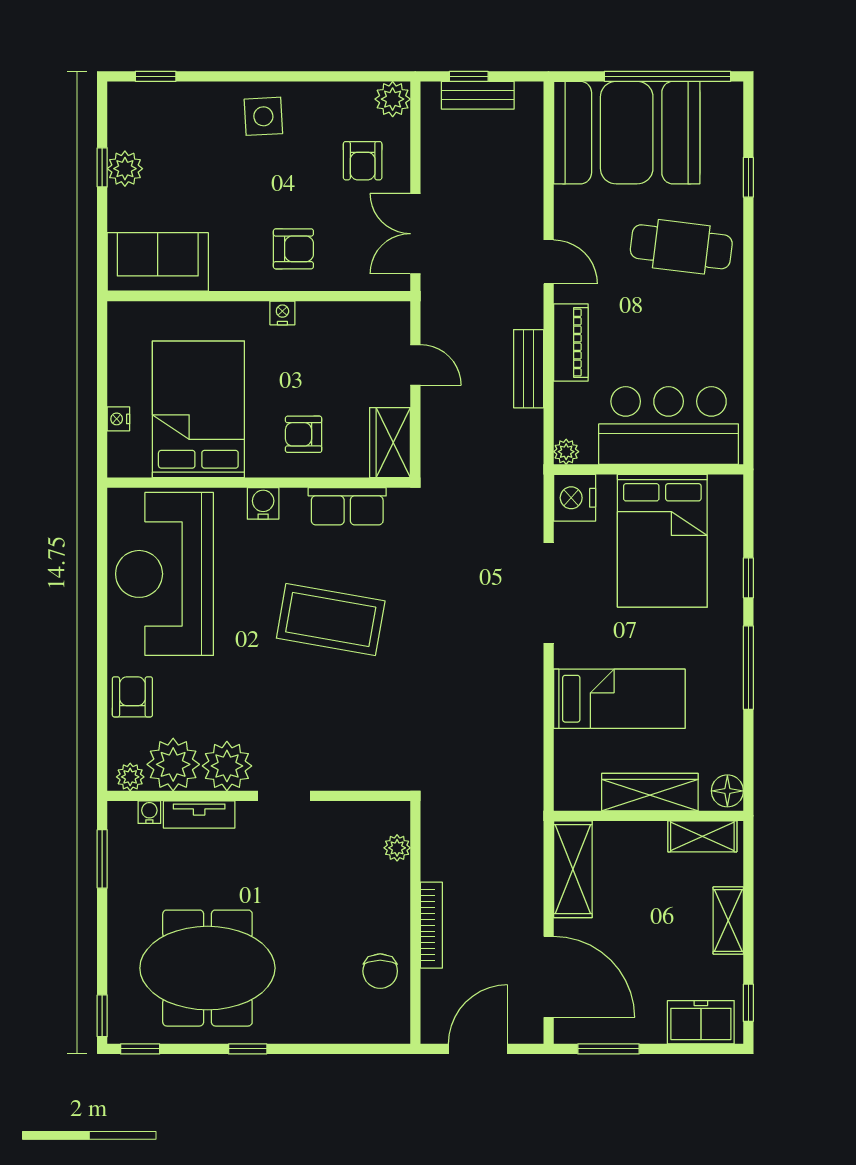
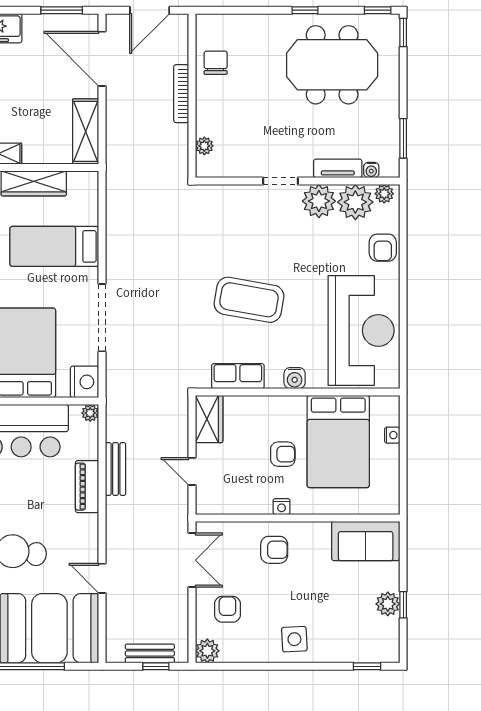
armchair: (293, 249) -> (274, 550), turned 180
door: (549, 262) -> (102, 578), moved
armchair: (304, 434) -> (283, 454), moved

